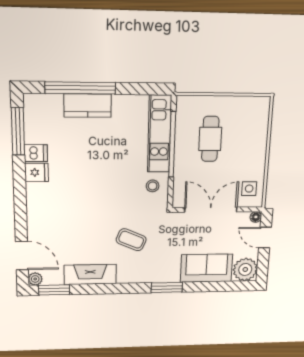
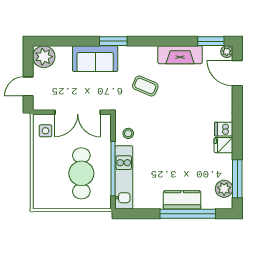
plant: (34, 119) -> (224, 189), added
cafe table: (210, 139) -> (81, 173), width x1.37, depth x1.35
dishwasher: (36, 153) -> (224, 129), moved
floor lamp: (256, 217) -> (38, 105), removed
door: (265, 238) -> (28, 86), swing flipped
sofa: (207, 268) -> (95, 59), moved

